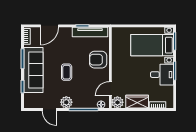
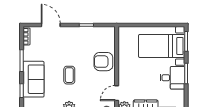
door: (49, 26) -> (51, 25), swing flipped
tv unit: (90, 32) -> (95, 32), removed
sofa: (33, 70) -> (33, 79), width x0.73

